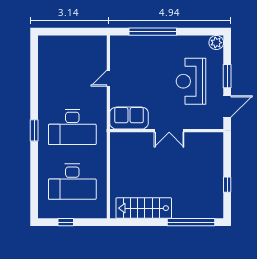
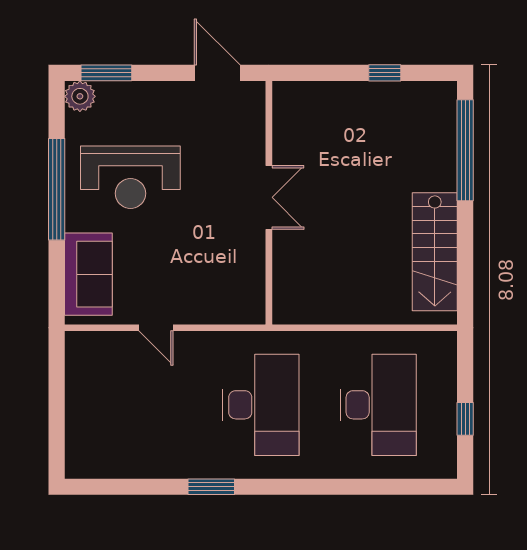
window: (153, 32) -> (57, 189), moved
window: (227, 76) -> (106, 73), moved
reception desk: (191, 81) -> (130, 177), moved
sofa: (129, 118) -> (88, 274), moved, turned 180
window: (34, 130) -> (211, 487), moved

